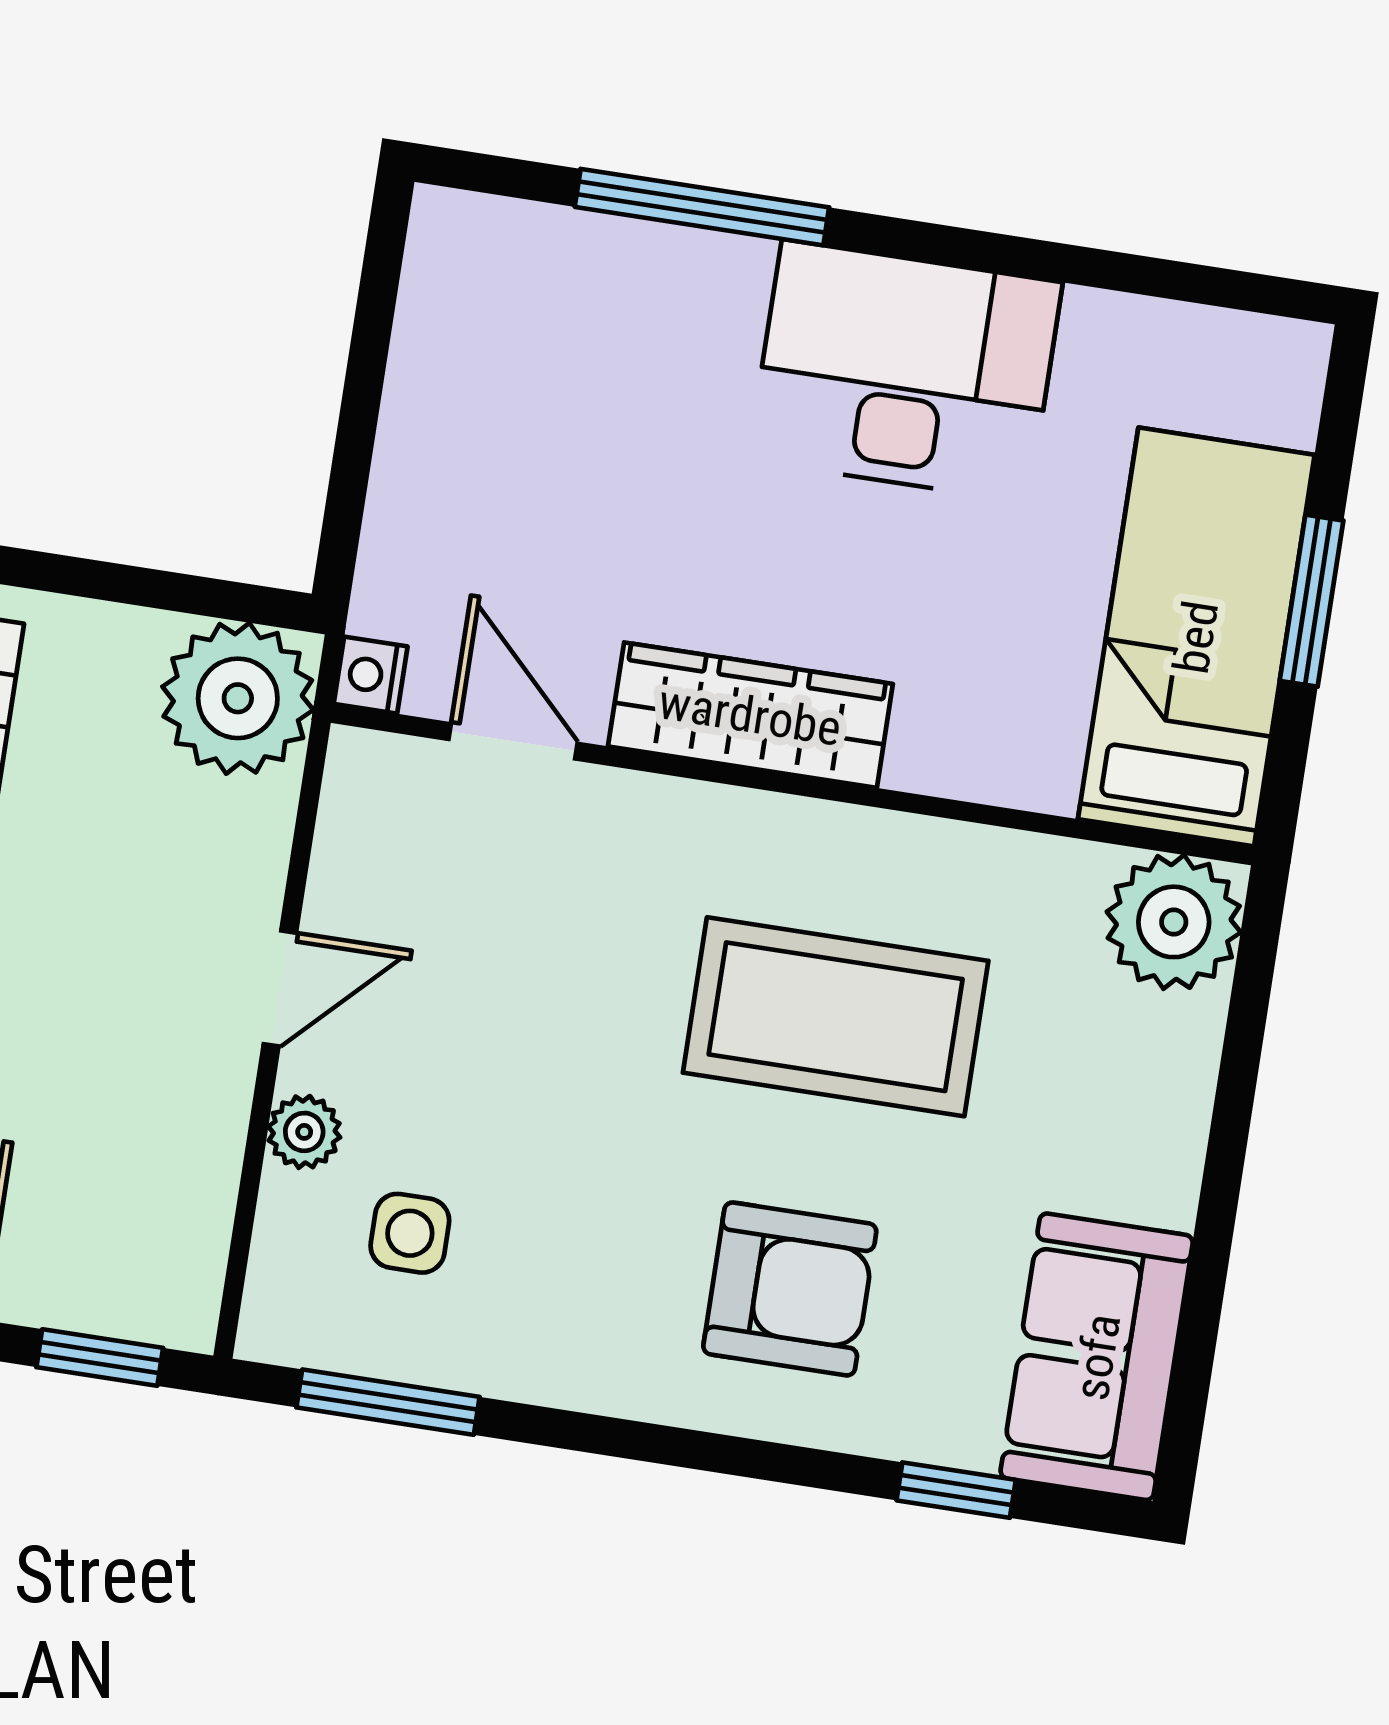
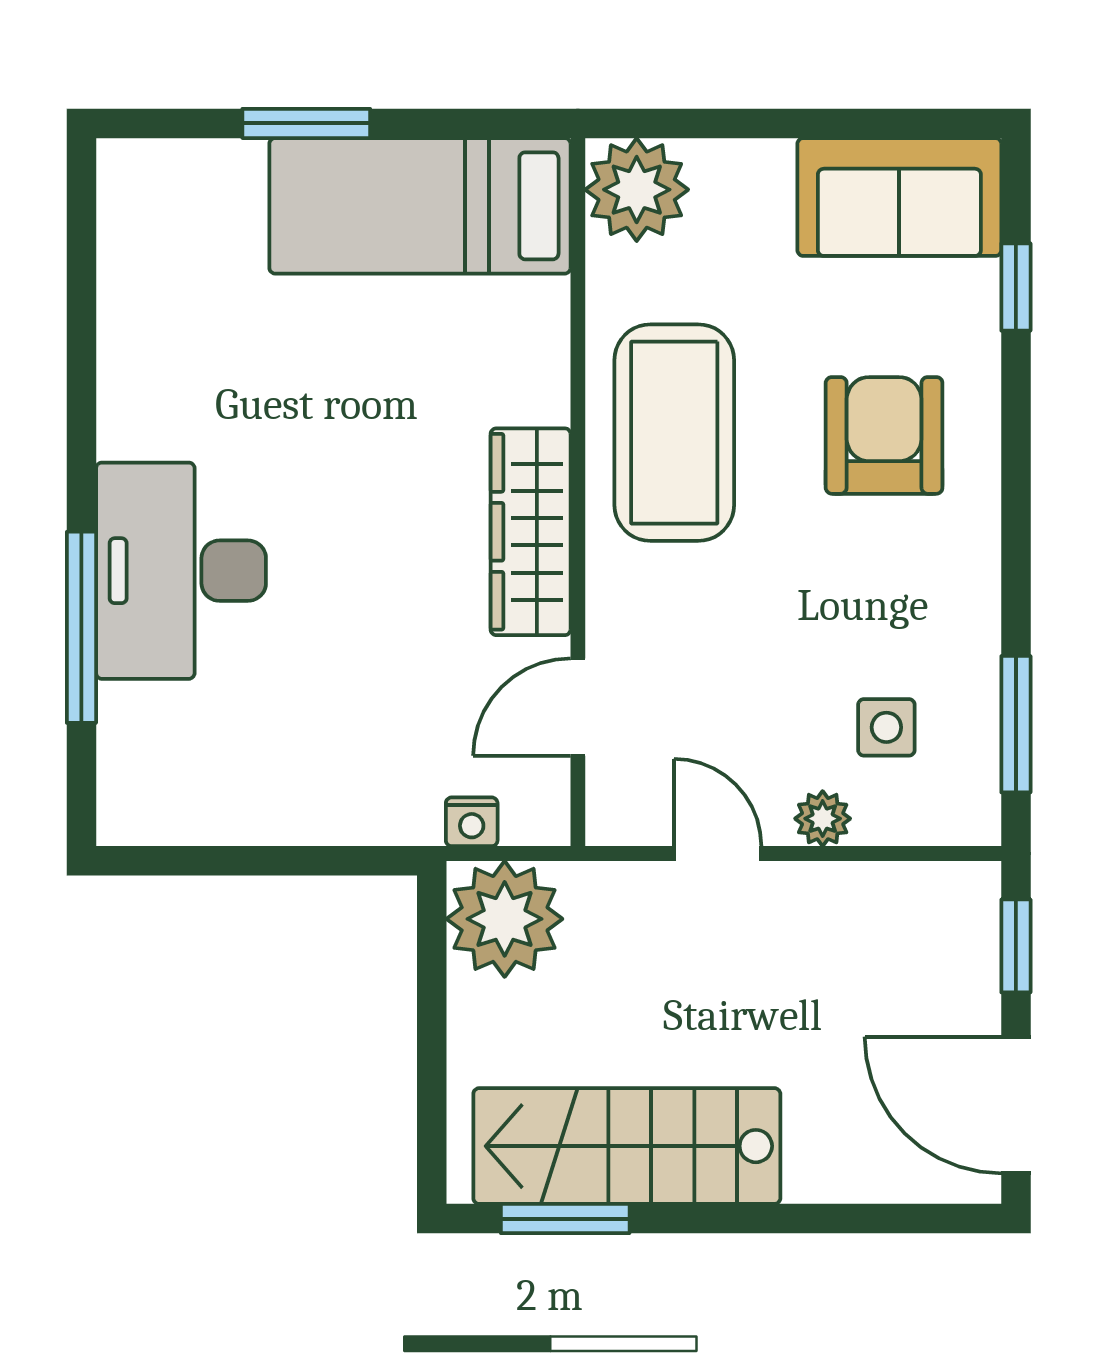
desk: (905, 371) -> (181, 571), moved
bed: (1196, 637) -> (420, 206), moved
wardrobe: (750, 715) -> (531, 532), moved
door: (513, 741) -> (578, 707), moved
wall: (792, 785) -> (578, 492), moved
plant: (1174, 922) -> (637, 190), moved

